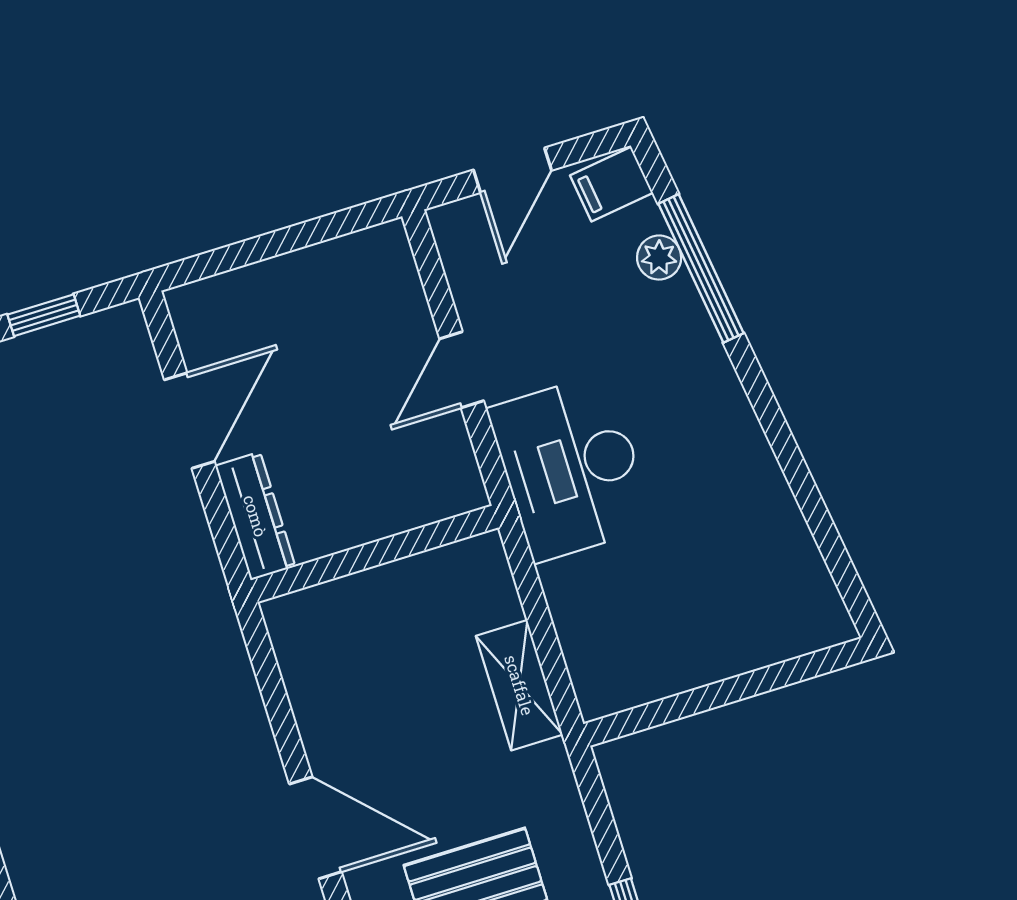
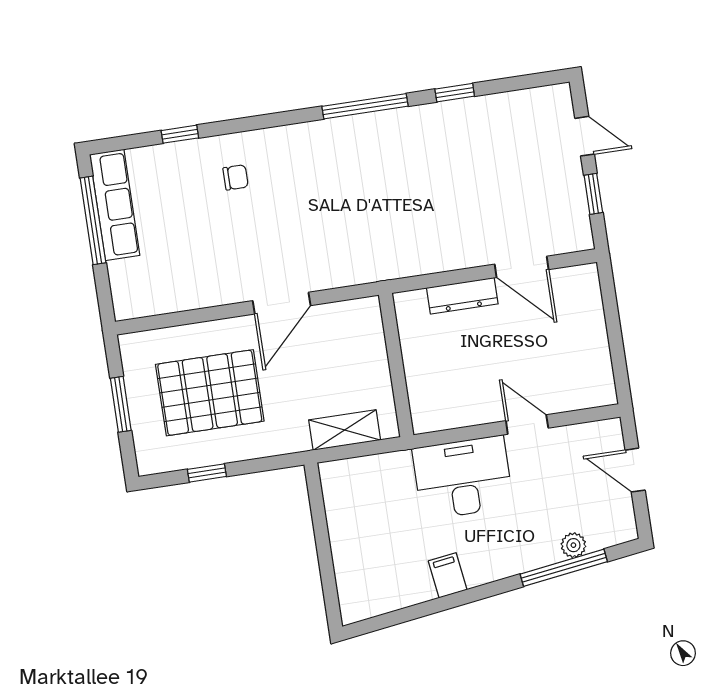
filing cabinet: (611, 184) -> (448, 575), moved
wall: (375, 554) -> (396, 365), moved

